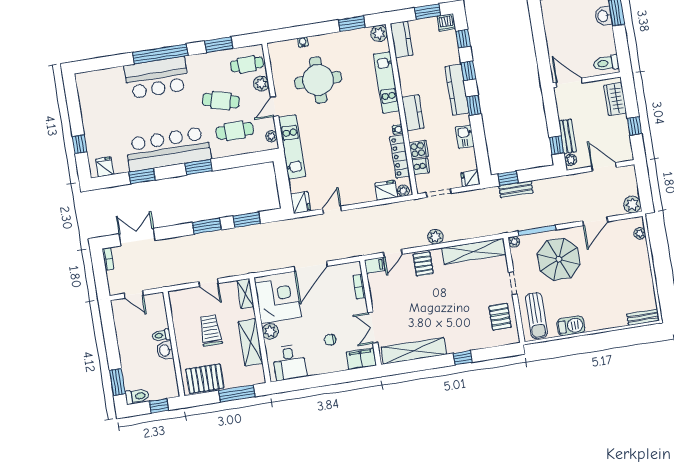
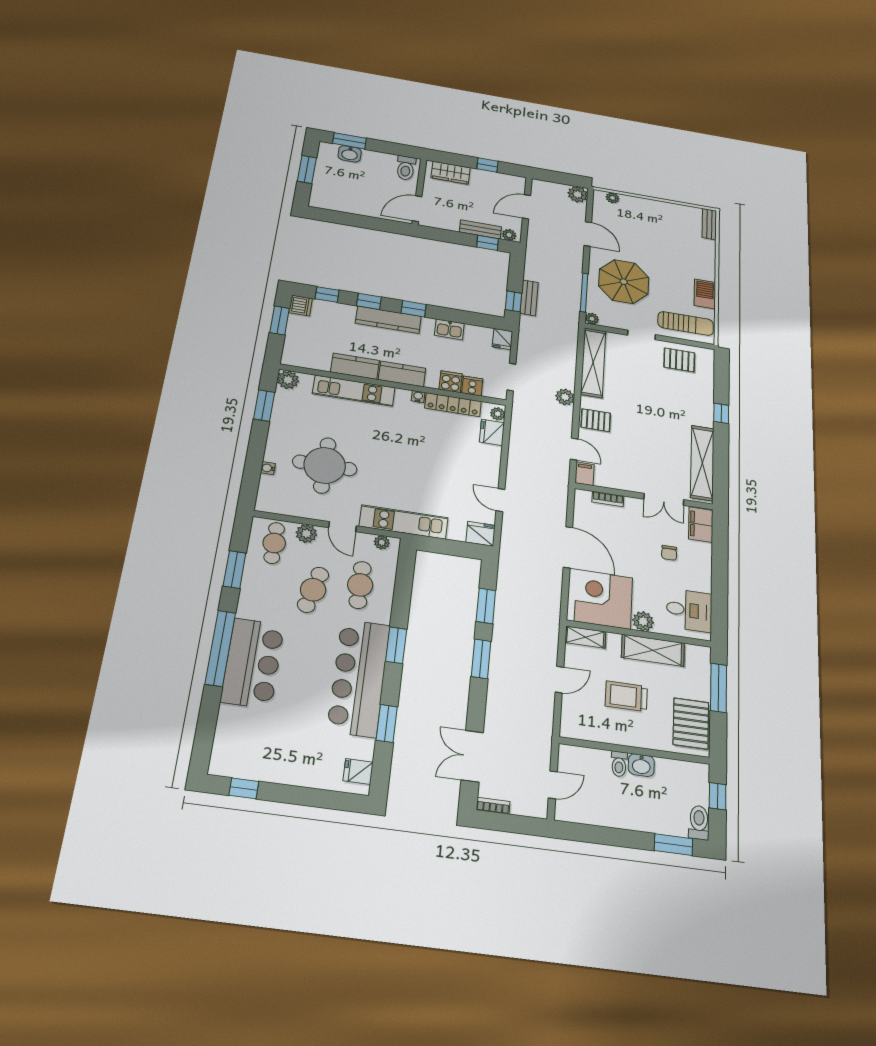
kitchen counter: (402, 39) -> (355, 366), moved
window: (80, 144) -> (244, 788), moved

